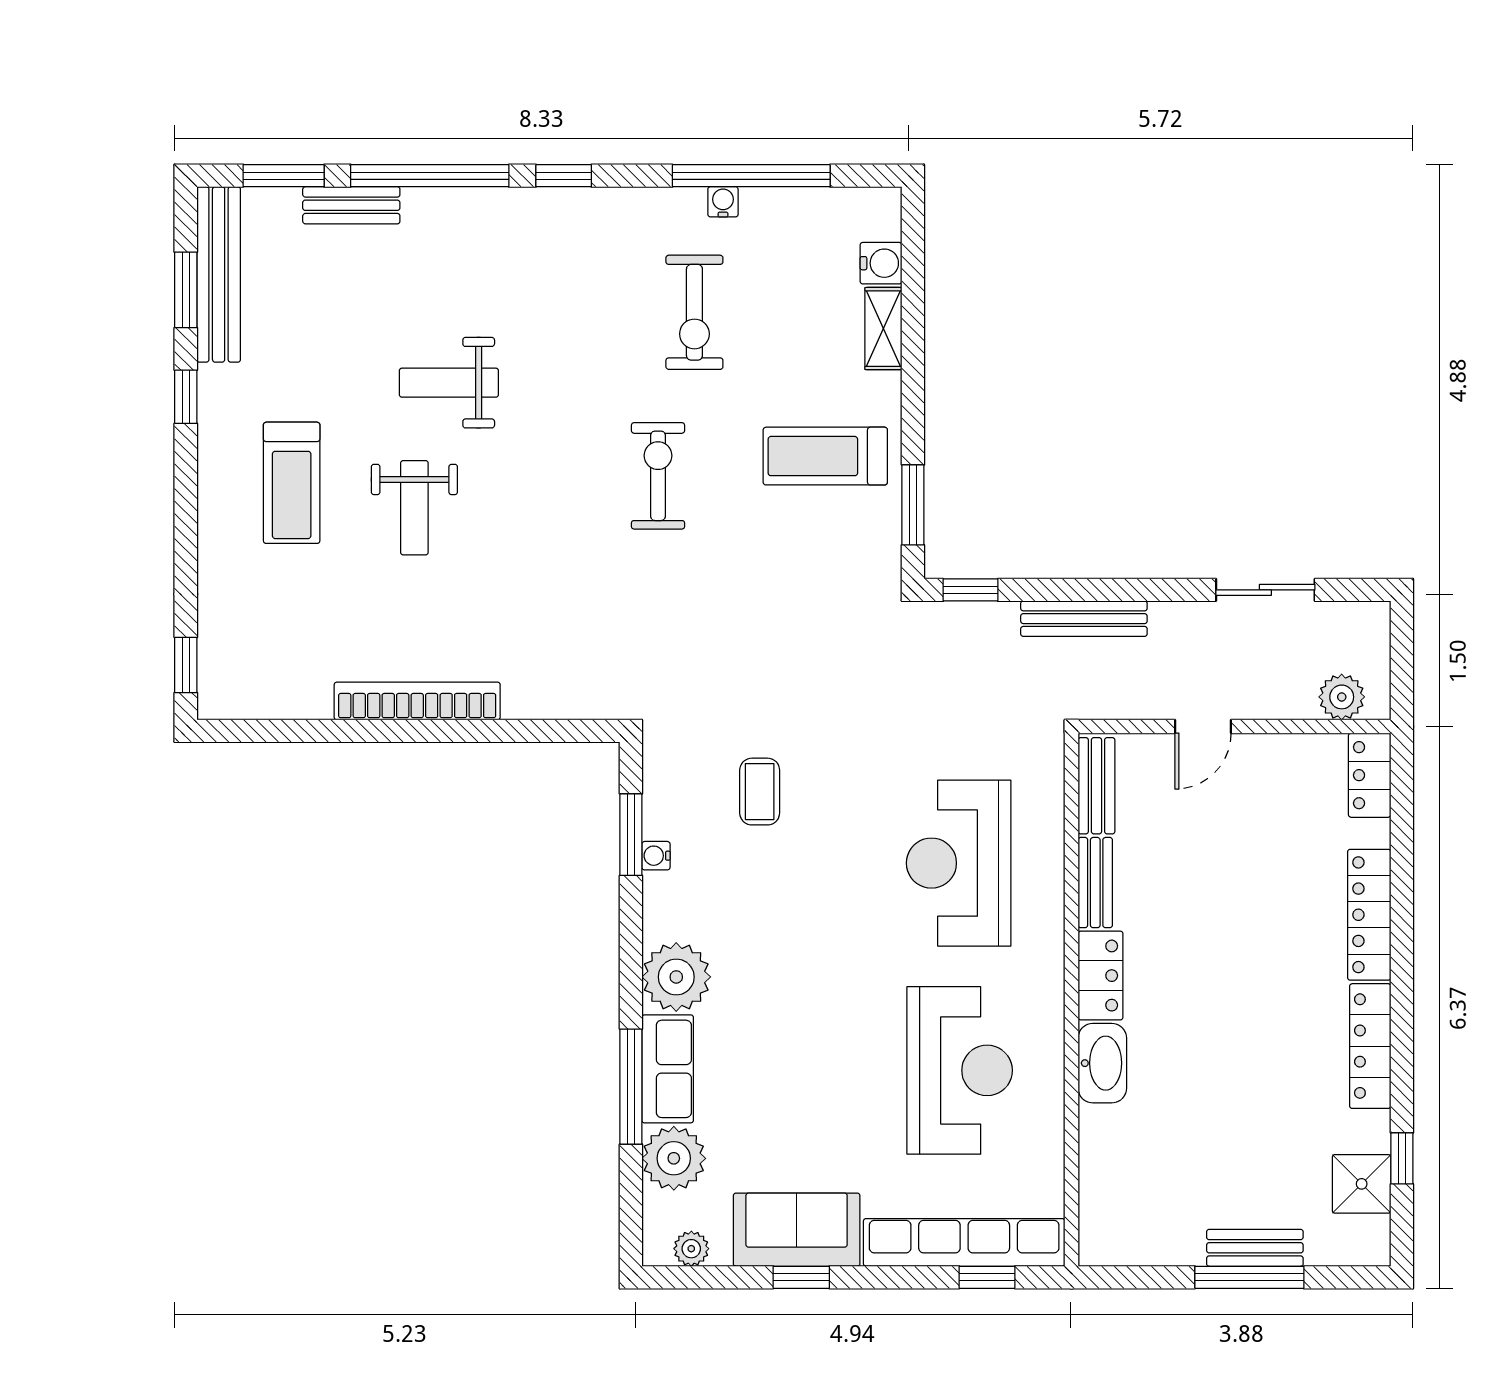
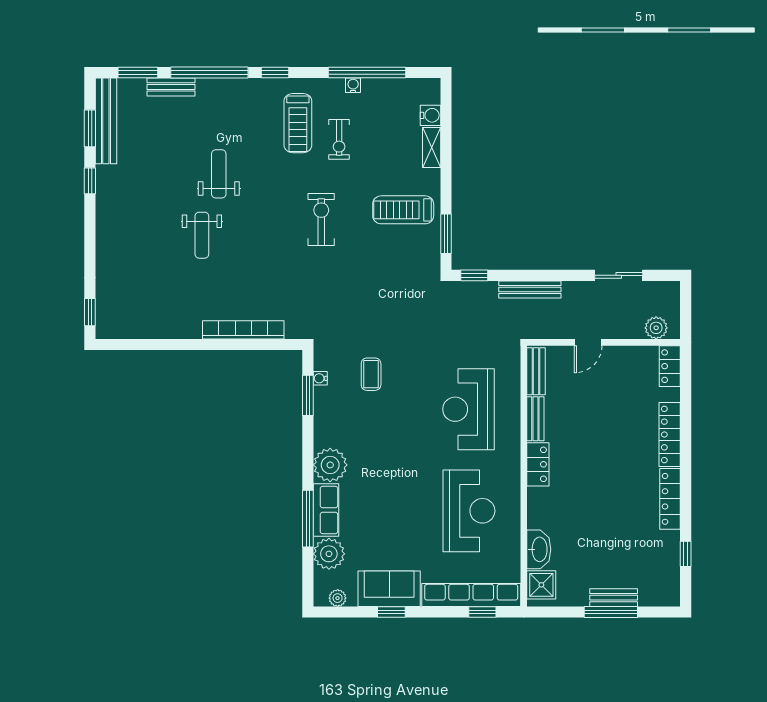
exercise bike: (694, 312) -> (339, 139), width x0.73, depth x0.72
weight bench: (449, 383) -> (219, 174), turned 90
treadmill: (292, 483) -> (298, 123), moved
bookcase: (417, 701) -> (243, 330), moved
water cooler: (656, 856) -> (320, 378), moved
washbasin: (1102, 1063) -> (539, 549), moved
shower: (1362, 1184) -> (541, 585), moved

